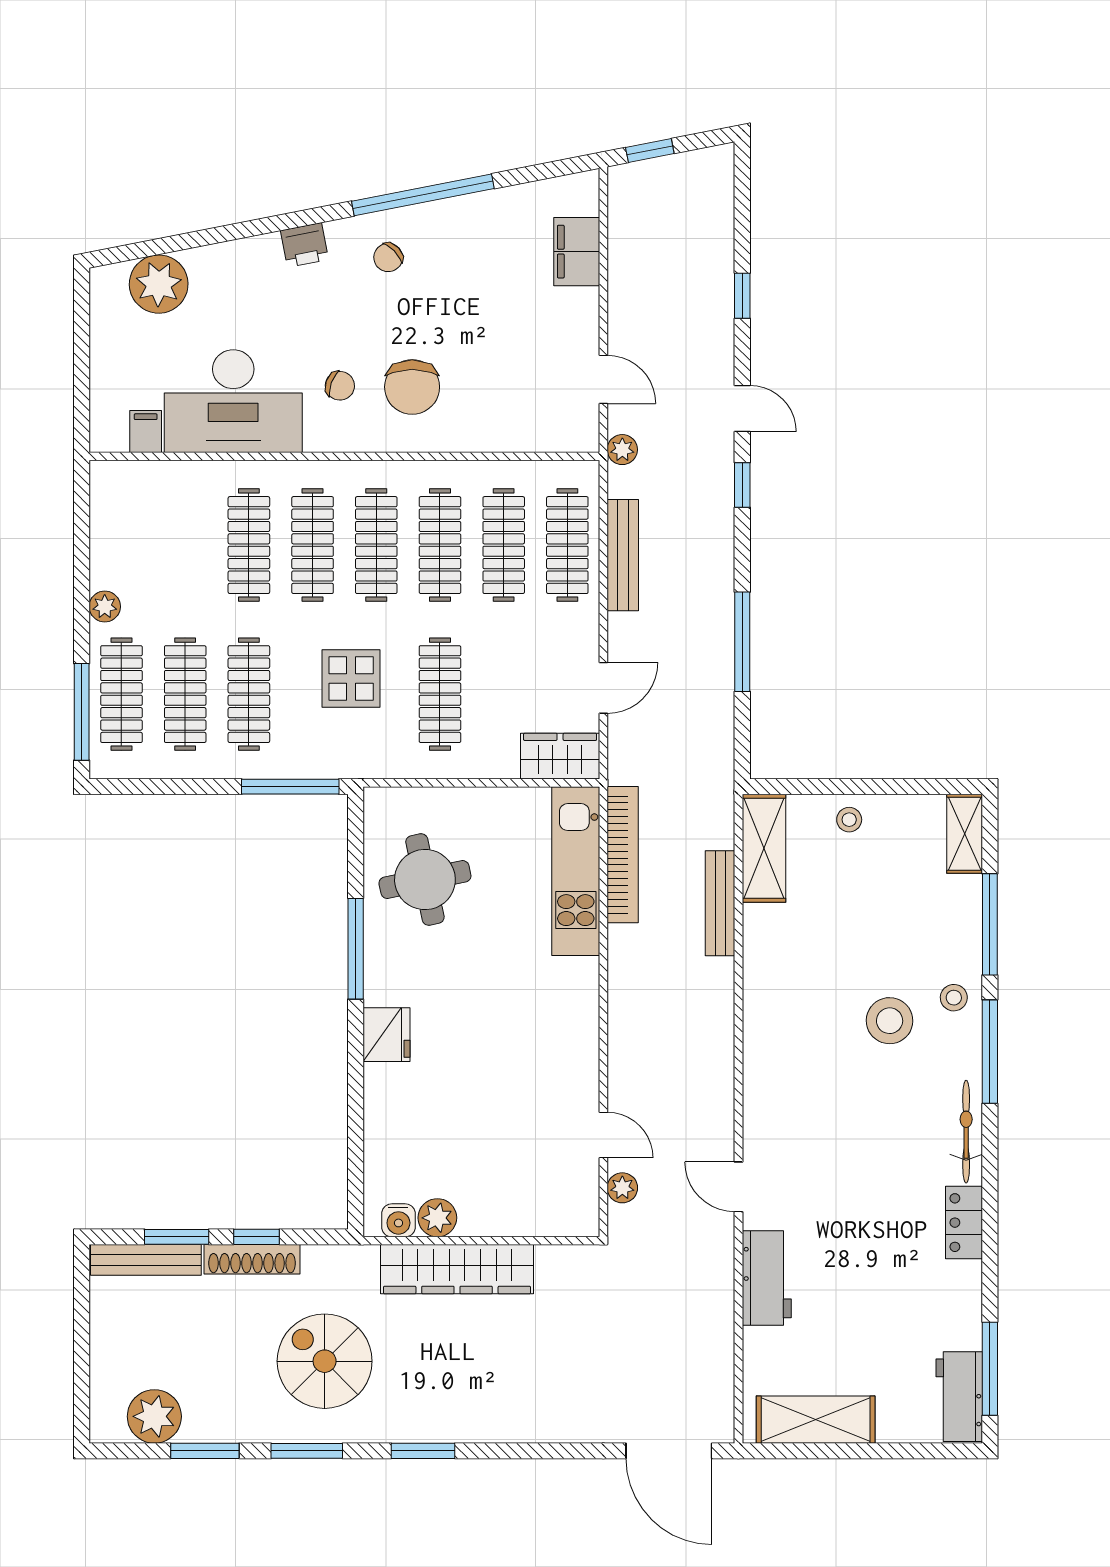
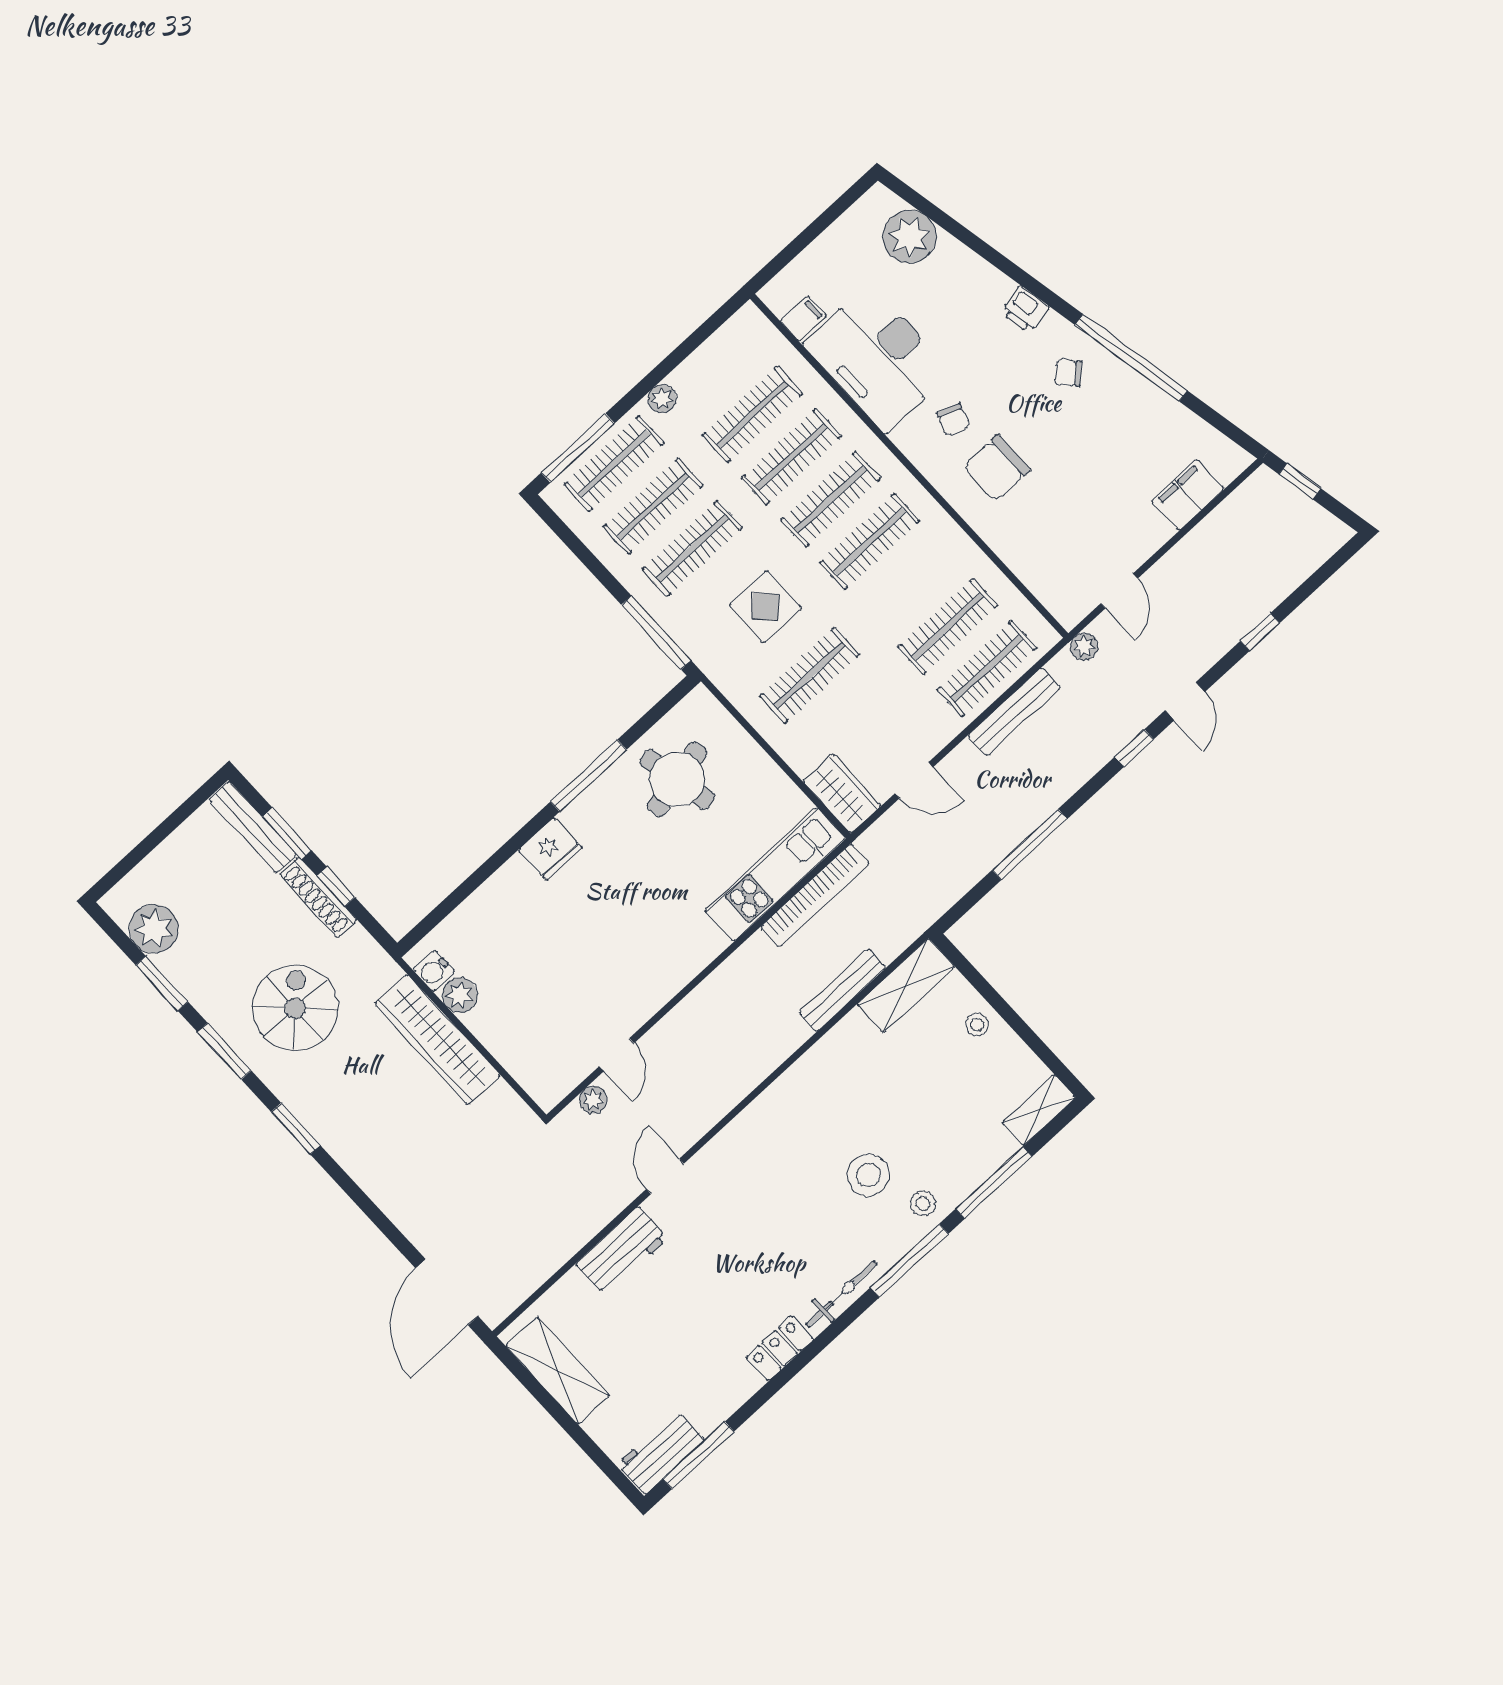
clothes rail: (440, 545) -> (752, 415), moved

